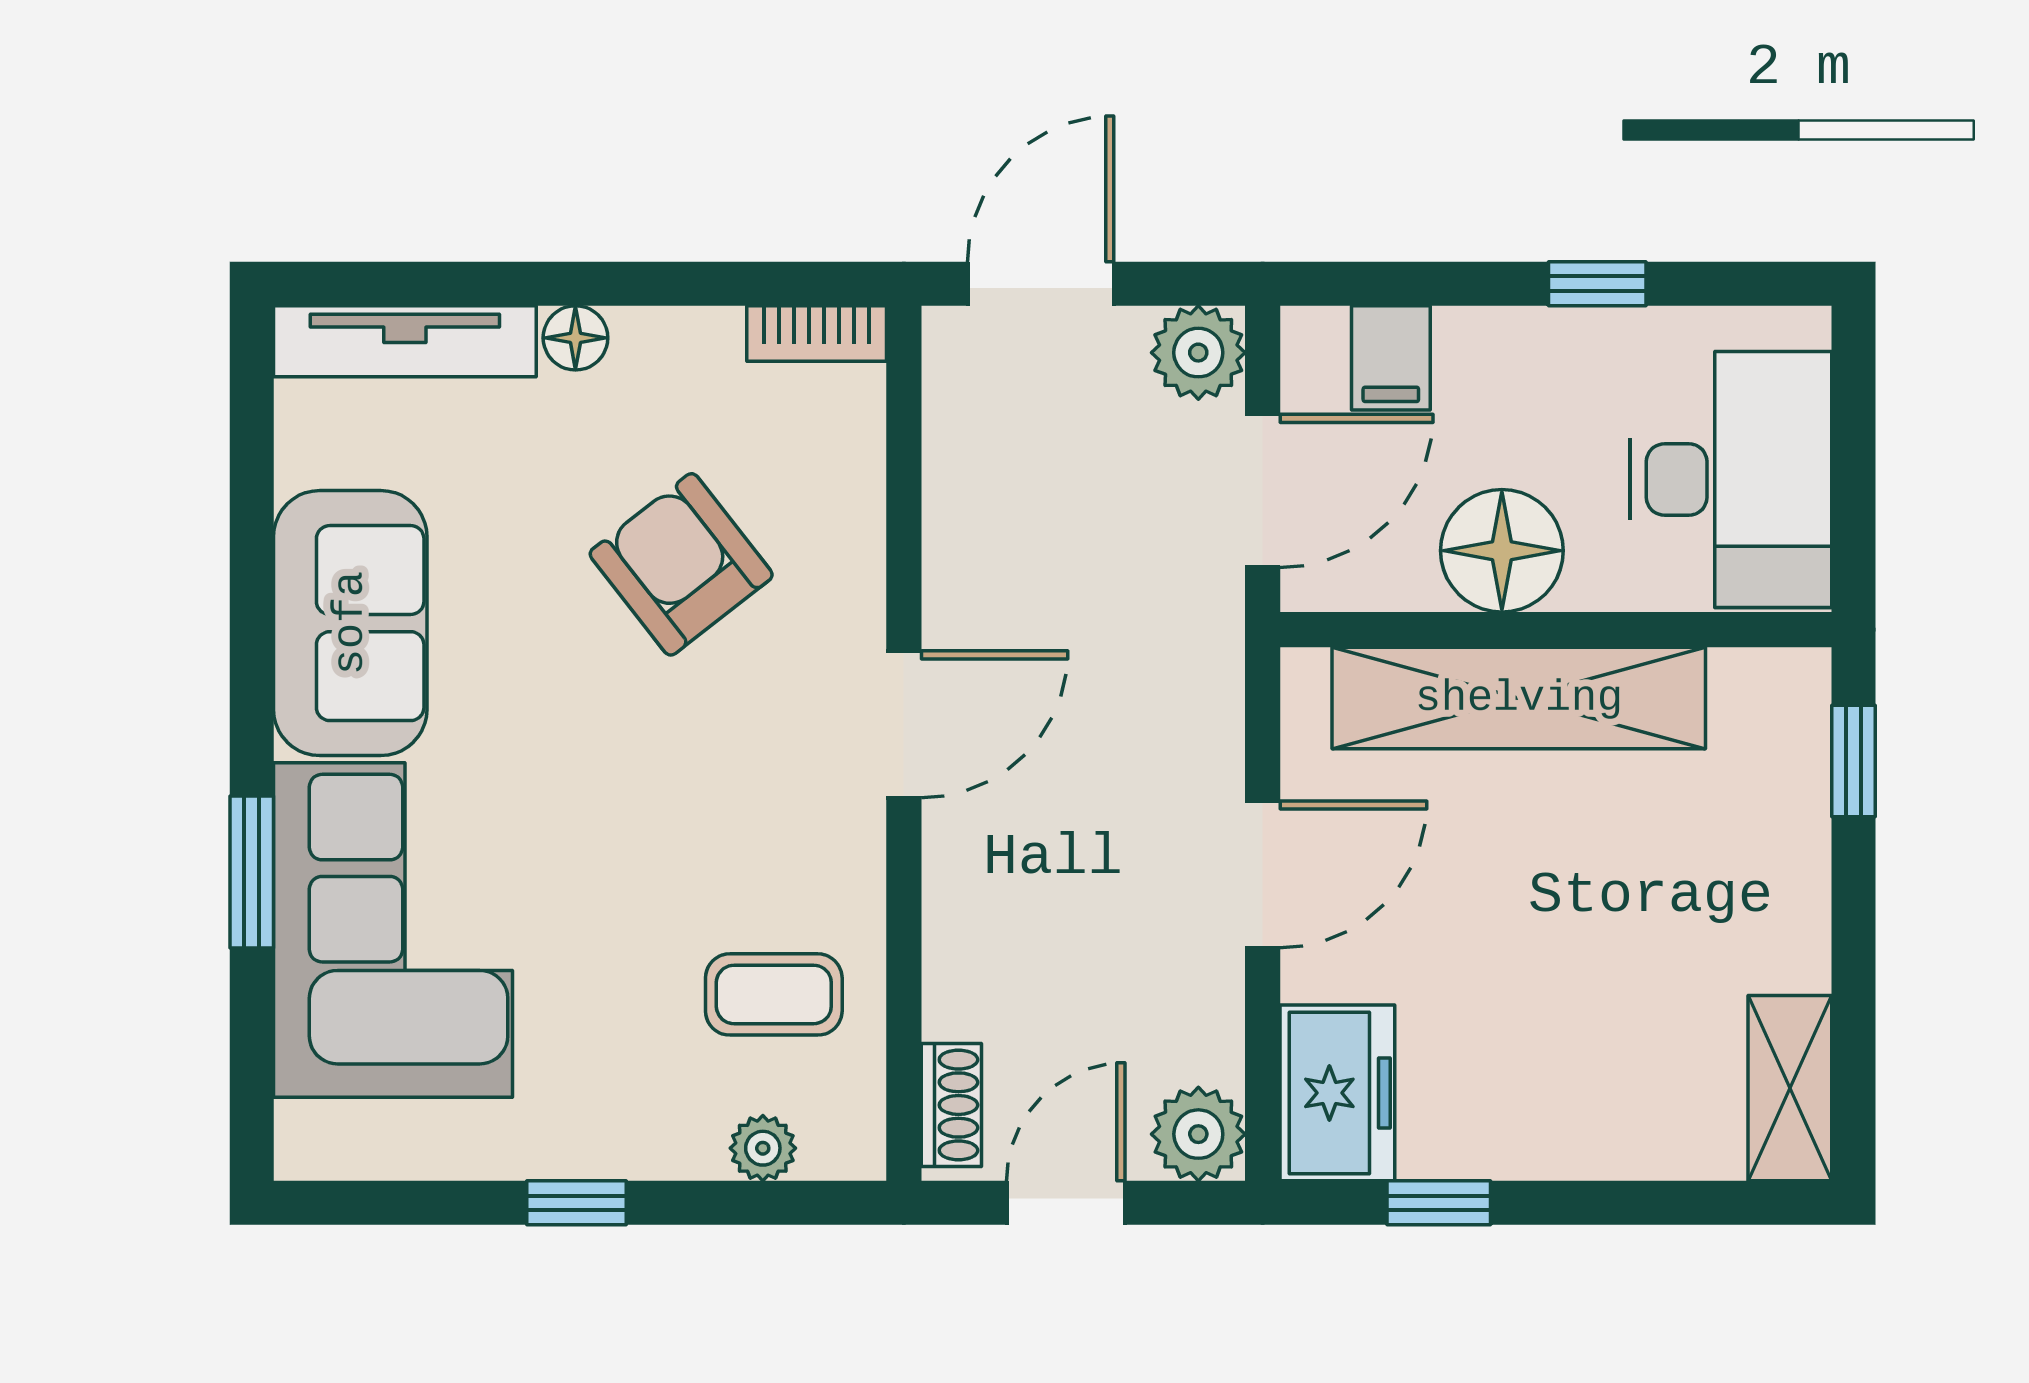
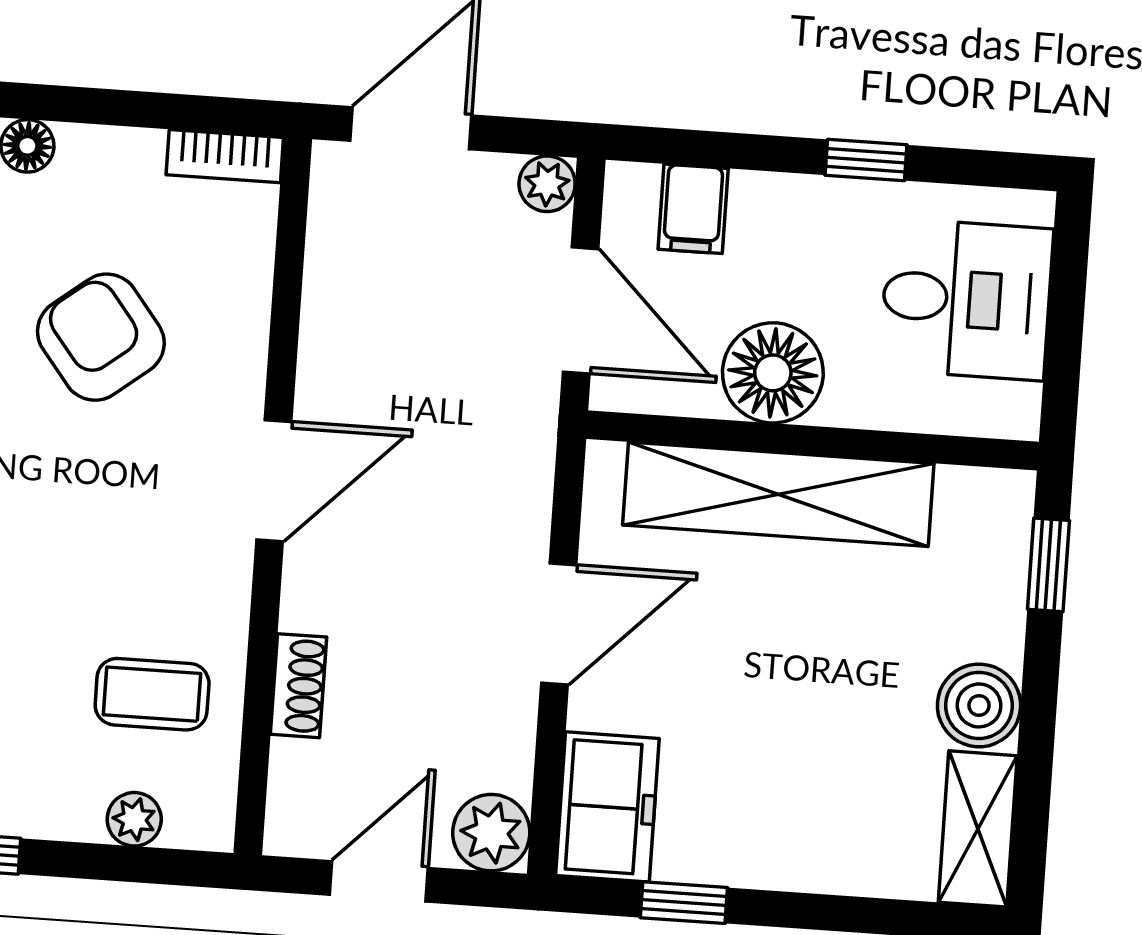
plant: (1198, 353) -> (547, 184), width x0.73, depth x0.73
desk: (1731, 479) -> (966, 299), width x0.73
door: (1263, 491) -> (581, 310), hinge flipped
boiler: (1781, 938) -> (979, 705), added
shoe rack: (951, 1105) -> (299, 686), moved

